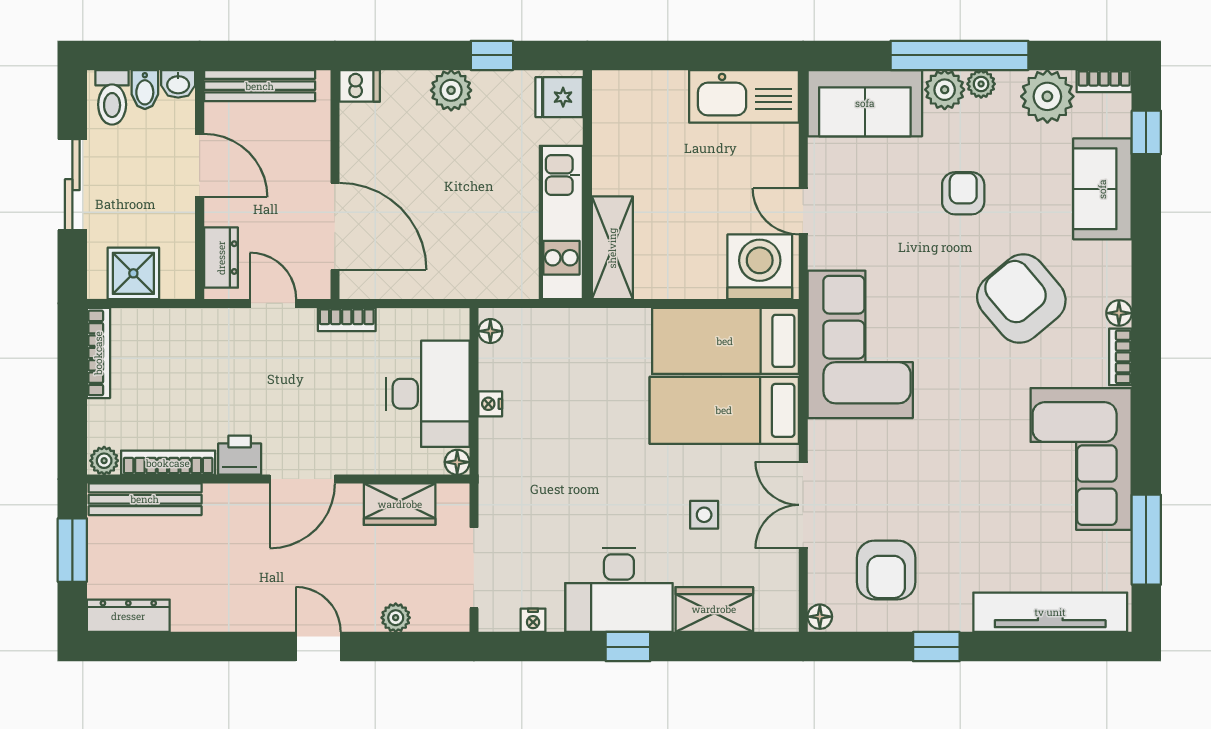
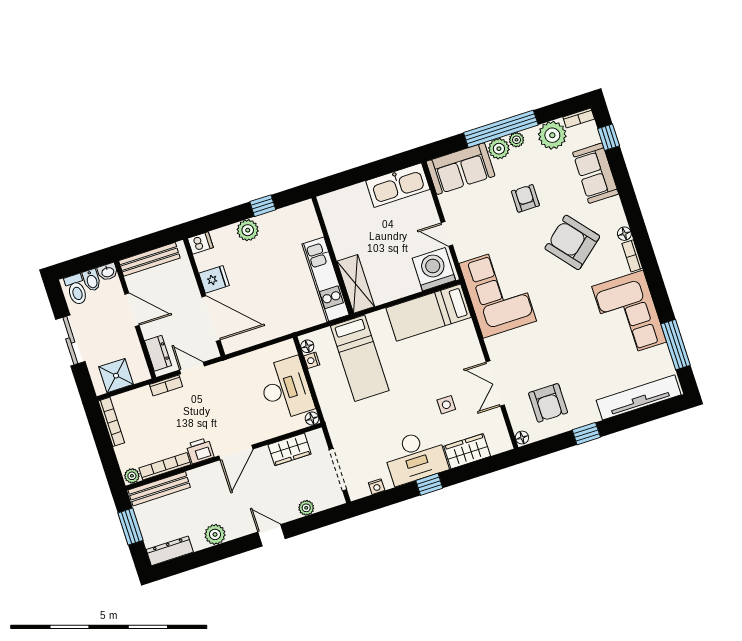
fridge: (559, 97) -> (214, 279), moved, turned 180
bookcase: (347, 319) -> (166, 385), moved
nightstand: (490, 404) -> (312, 360), moved
bed: (724, 410) -> (360, 358), moved, turned -90
plant: (218, 613) -> (215, 534), added

